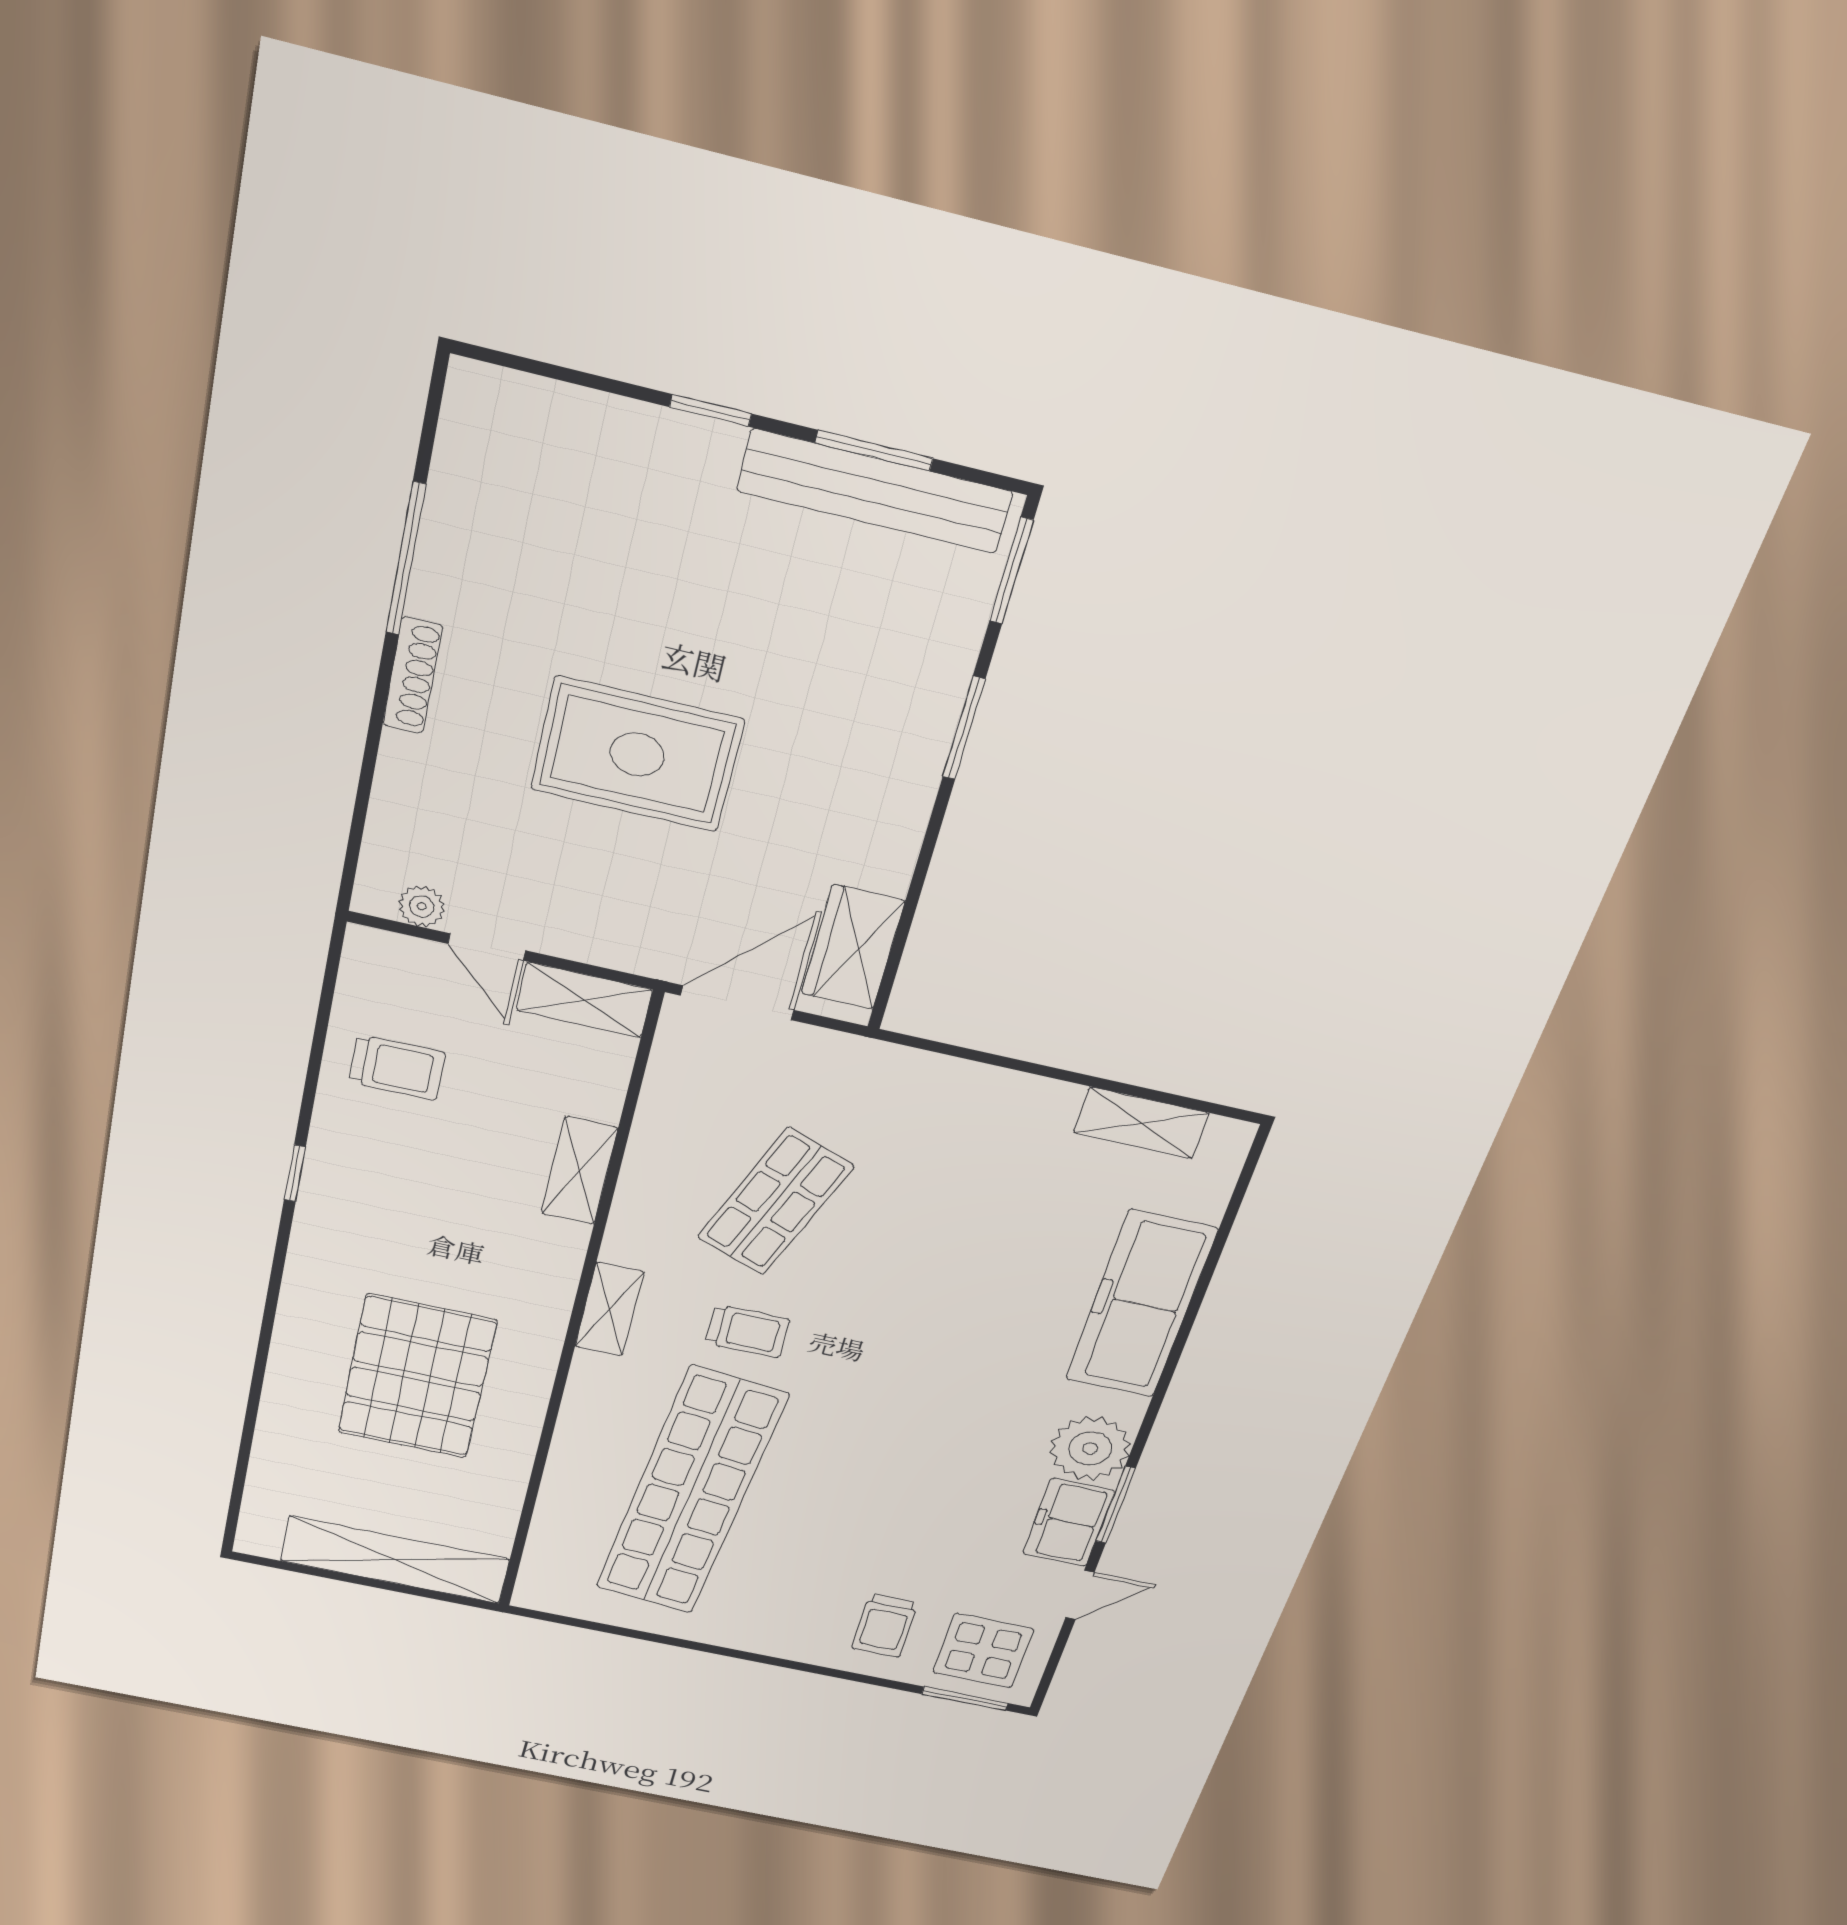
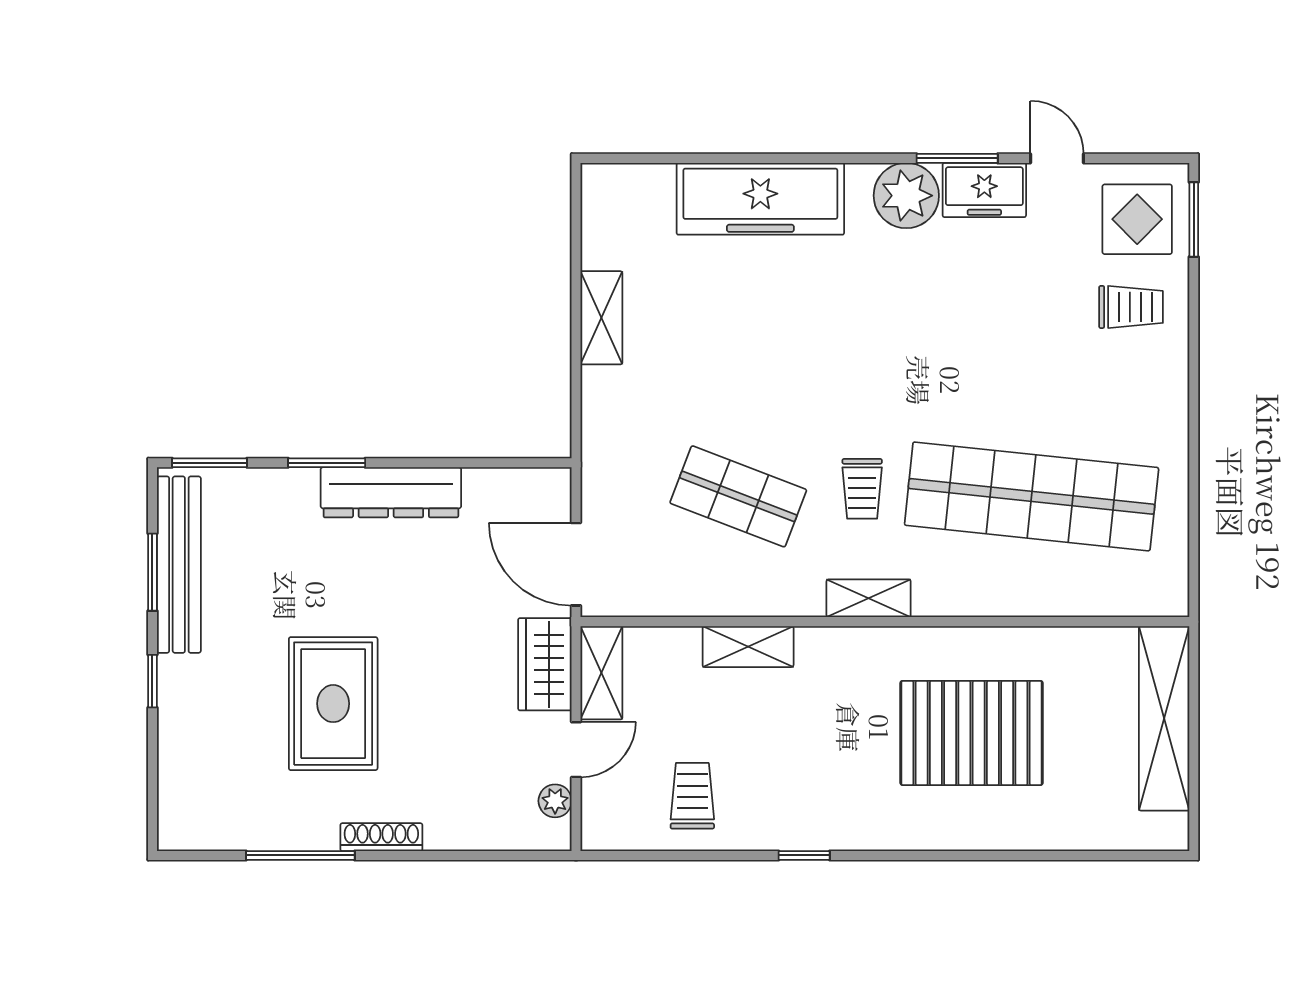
rug: (637, 754) -> (333, 704), moved
dresser: (898, 801) -> (391, 492), added
wardrobe: (853, 947) -> (545, 664), moved, turned 90
shelving: (1141, 1123) -> (601, 318), moved
trolley: (748, 1331) -> (862, 489), turned 180

